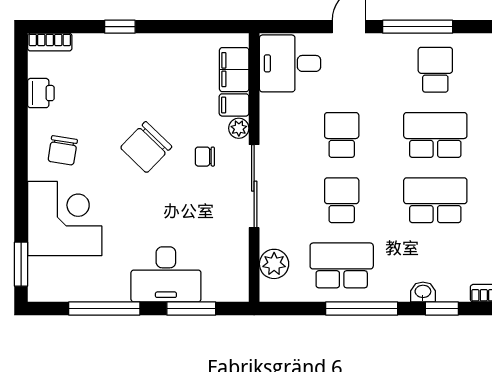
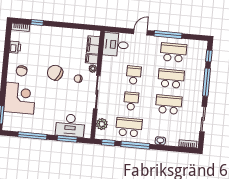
window: (120, 27) -> (37, 22), moved
school desk: (435, 70) -> (173, 52), width x1.85
chair: (146, 147) -> (55, 73), turned 71
desk: (166, 274) -> (70, 125), moved
window: (442, 308) -> (108, 143), moved

